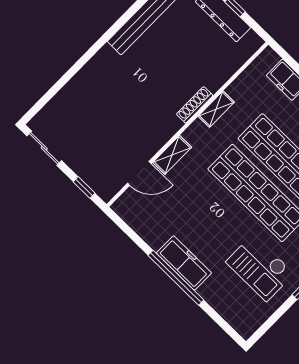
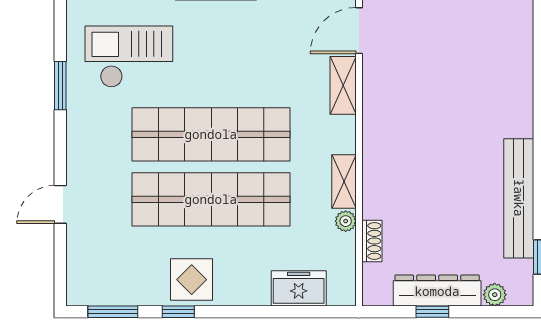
plant: (234, 90) -> (346, 221), added
shoe rack: (195, 105) -> (372, 241), moved, width x0.70

